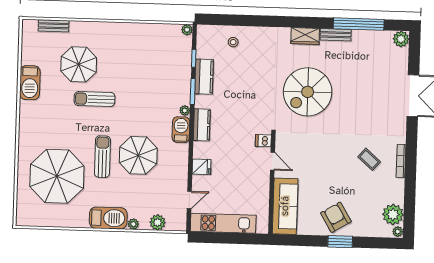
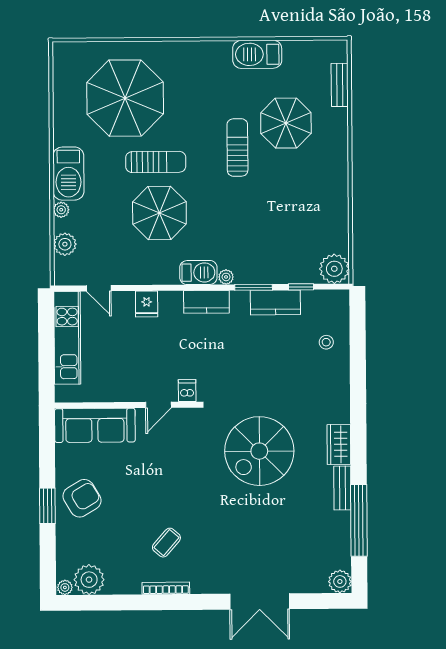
plant: (187, 30) -> (334, 269), width x1.88, depth x1.88
spiral stairs: (308, 92) -> (259, 451), turned -90

